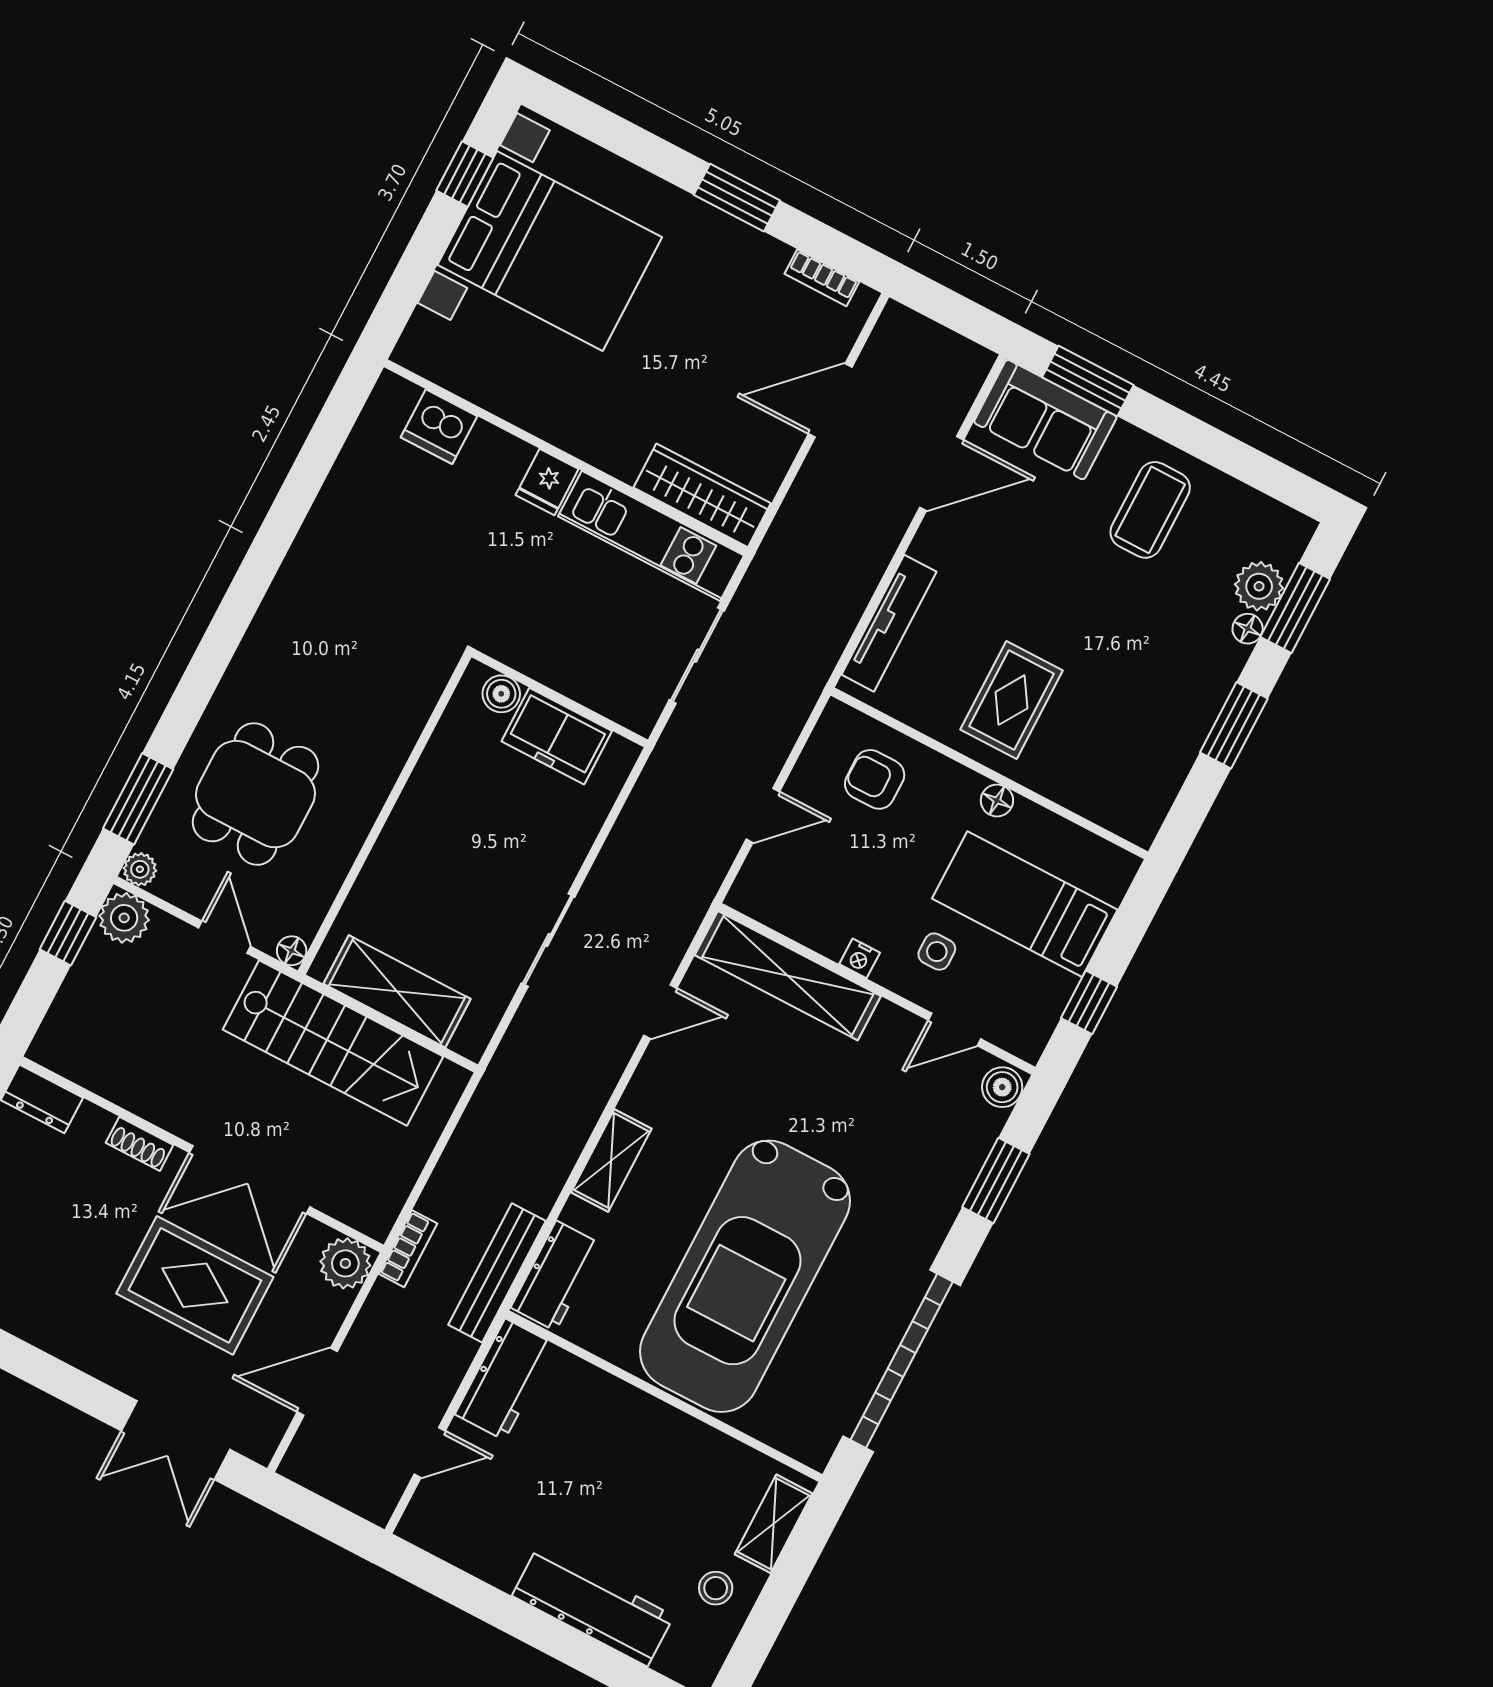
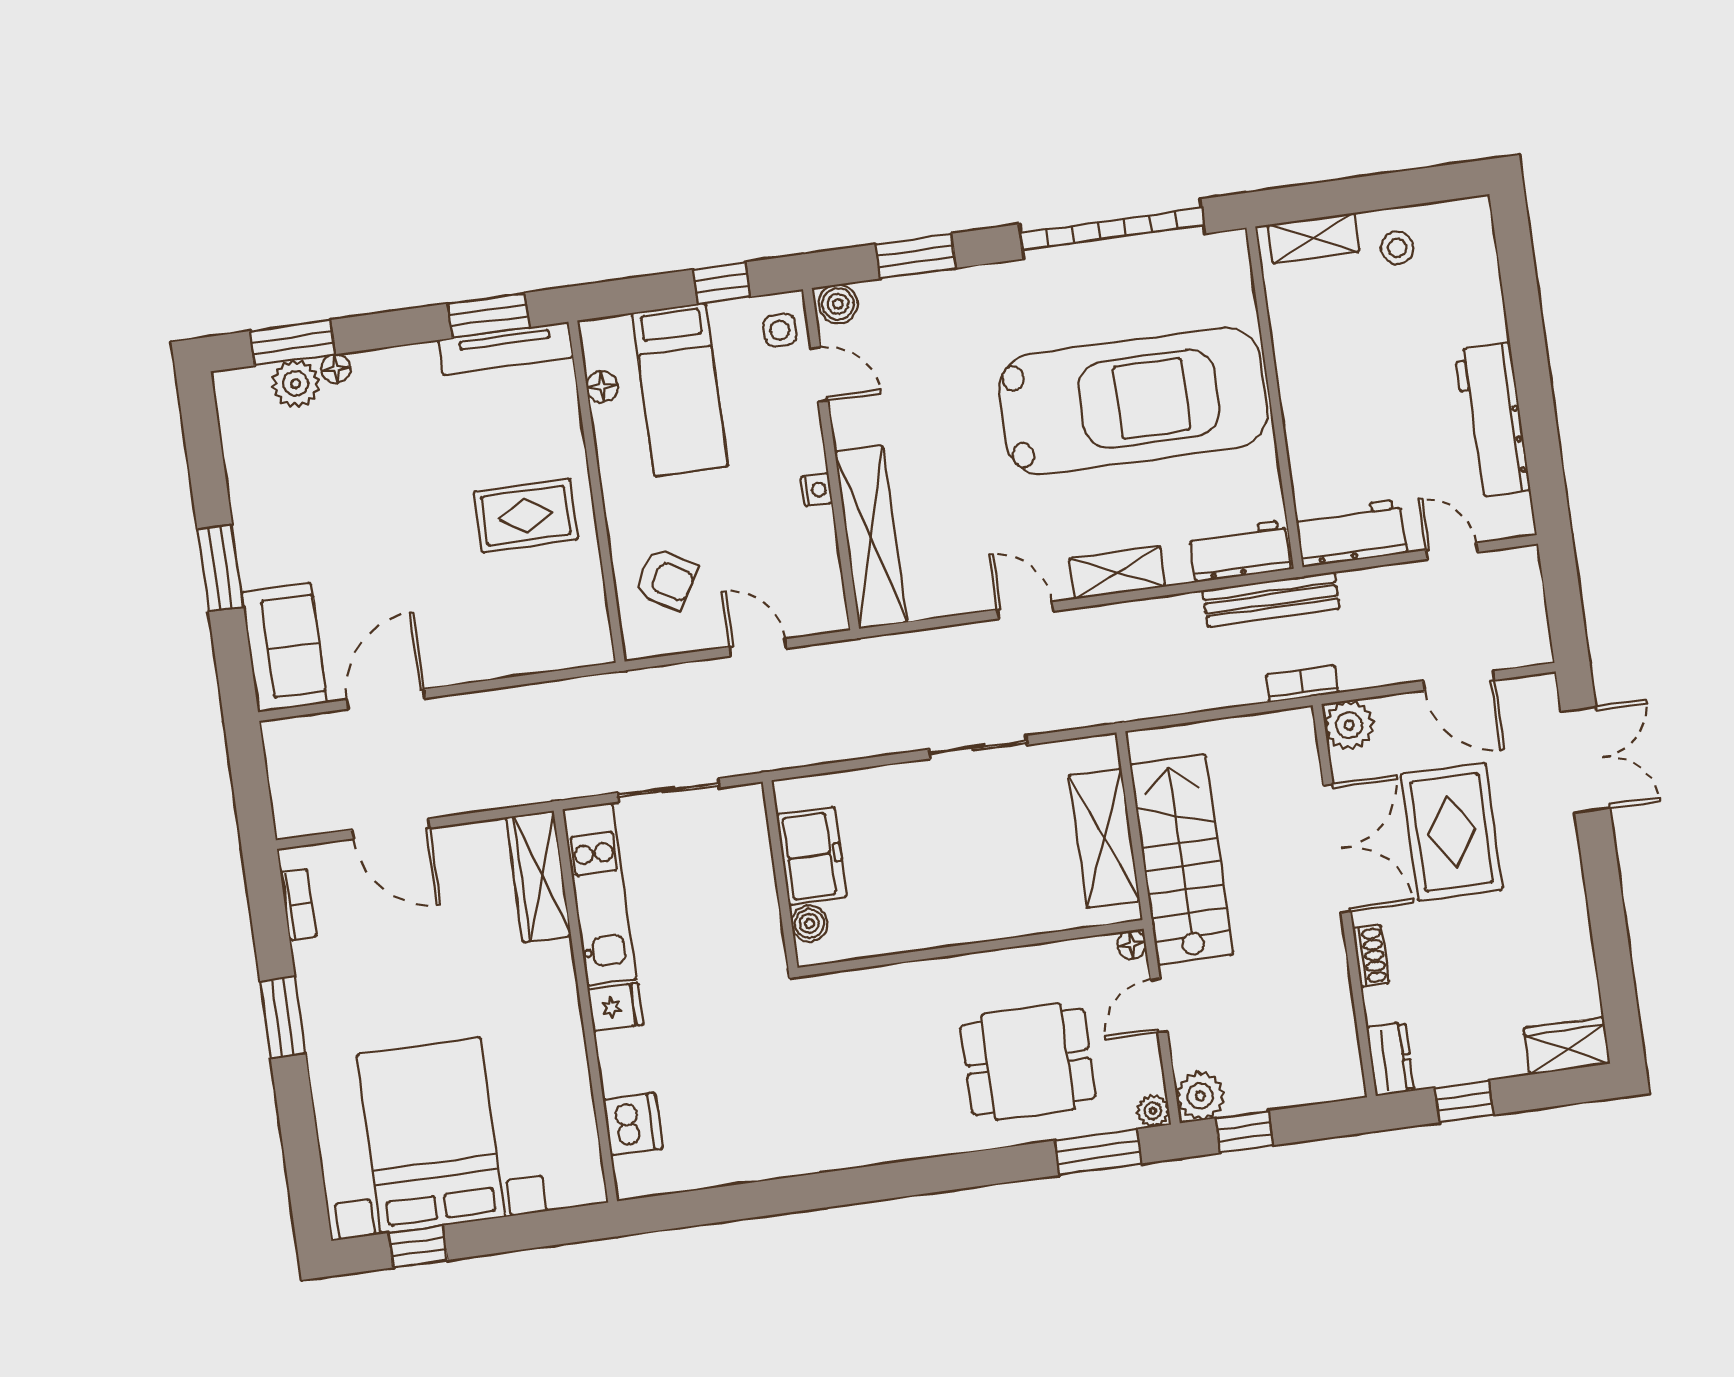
window: (1088, 381) -> (220, 568), moved
door: (942, 474) -> (386, 699), hinge flipped
coffee table: (1150, 510) -> (297, 513), removed
tv unit: (889, 623) -> (506, 348), moved, turned 180
window: (1234, 725) -> (489, 315), moved
armchair: (875, 779) -> (666, 579), turned -60
floor lamp: (997, 800) -> (602, 387), moved
side table: (937, 952) -> (780, 330), moved
door: (660, 1012) -> (1025, 610), moved
workbench: (593, 1606) -> (1493, 420), moved

